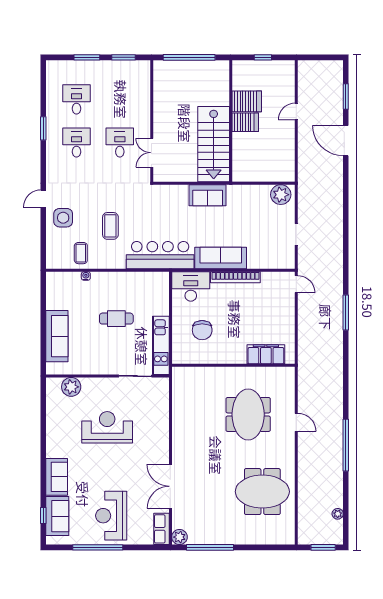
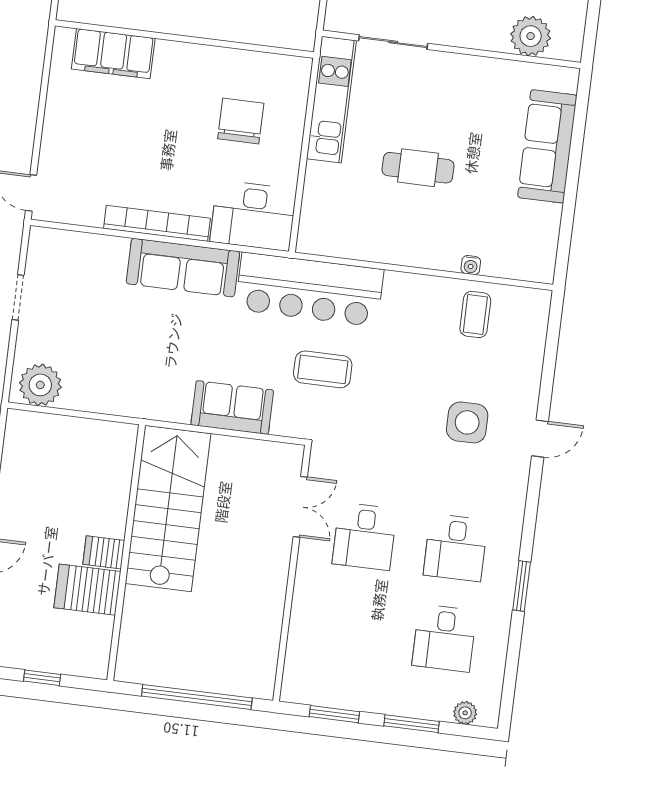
plant: (62, 66) -> (465, 713), added
server rack: (245, 122) -> (104, 552), width x0.73, depth x0.70
sofa: (208, 195) -> (232, 408), moved
side table: (63, 218) -> (467, 422), moved
coffee table: (110, 226) -> (323, 369), moved, turned 90

